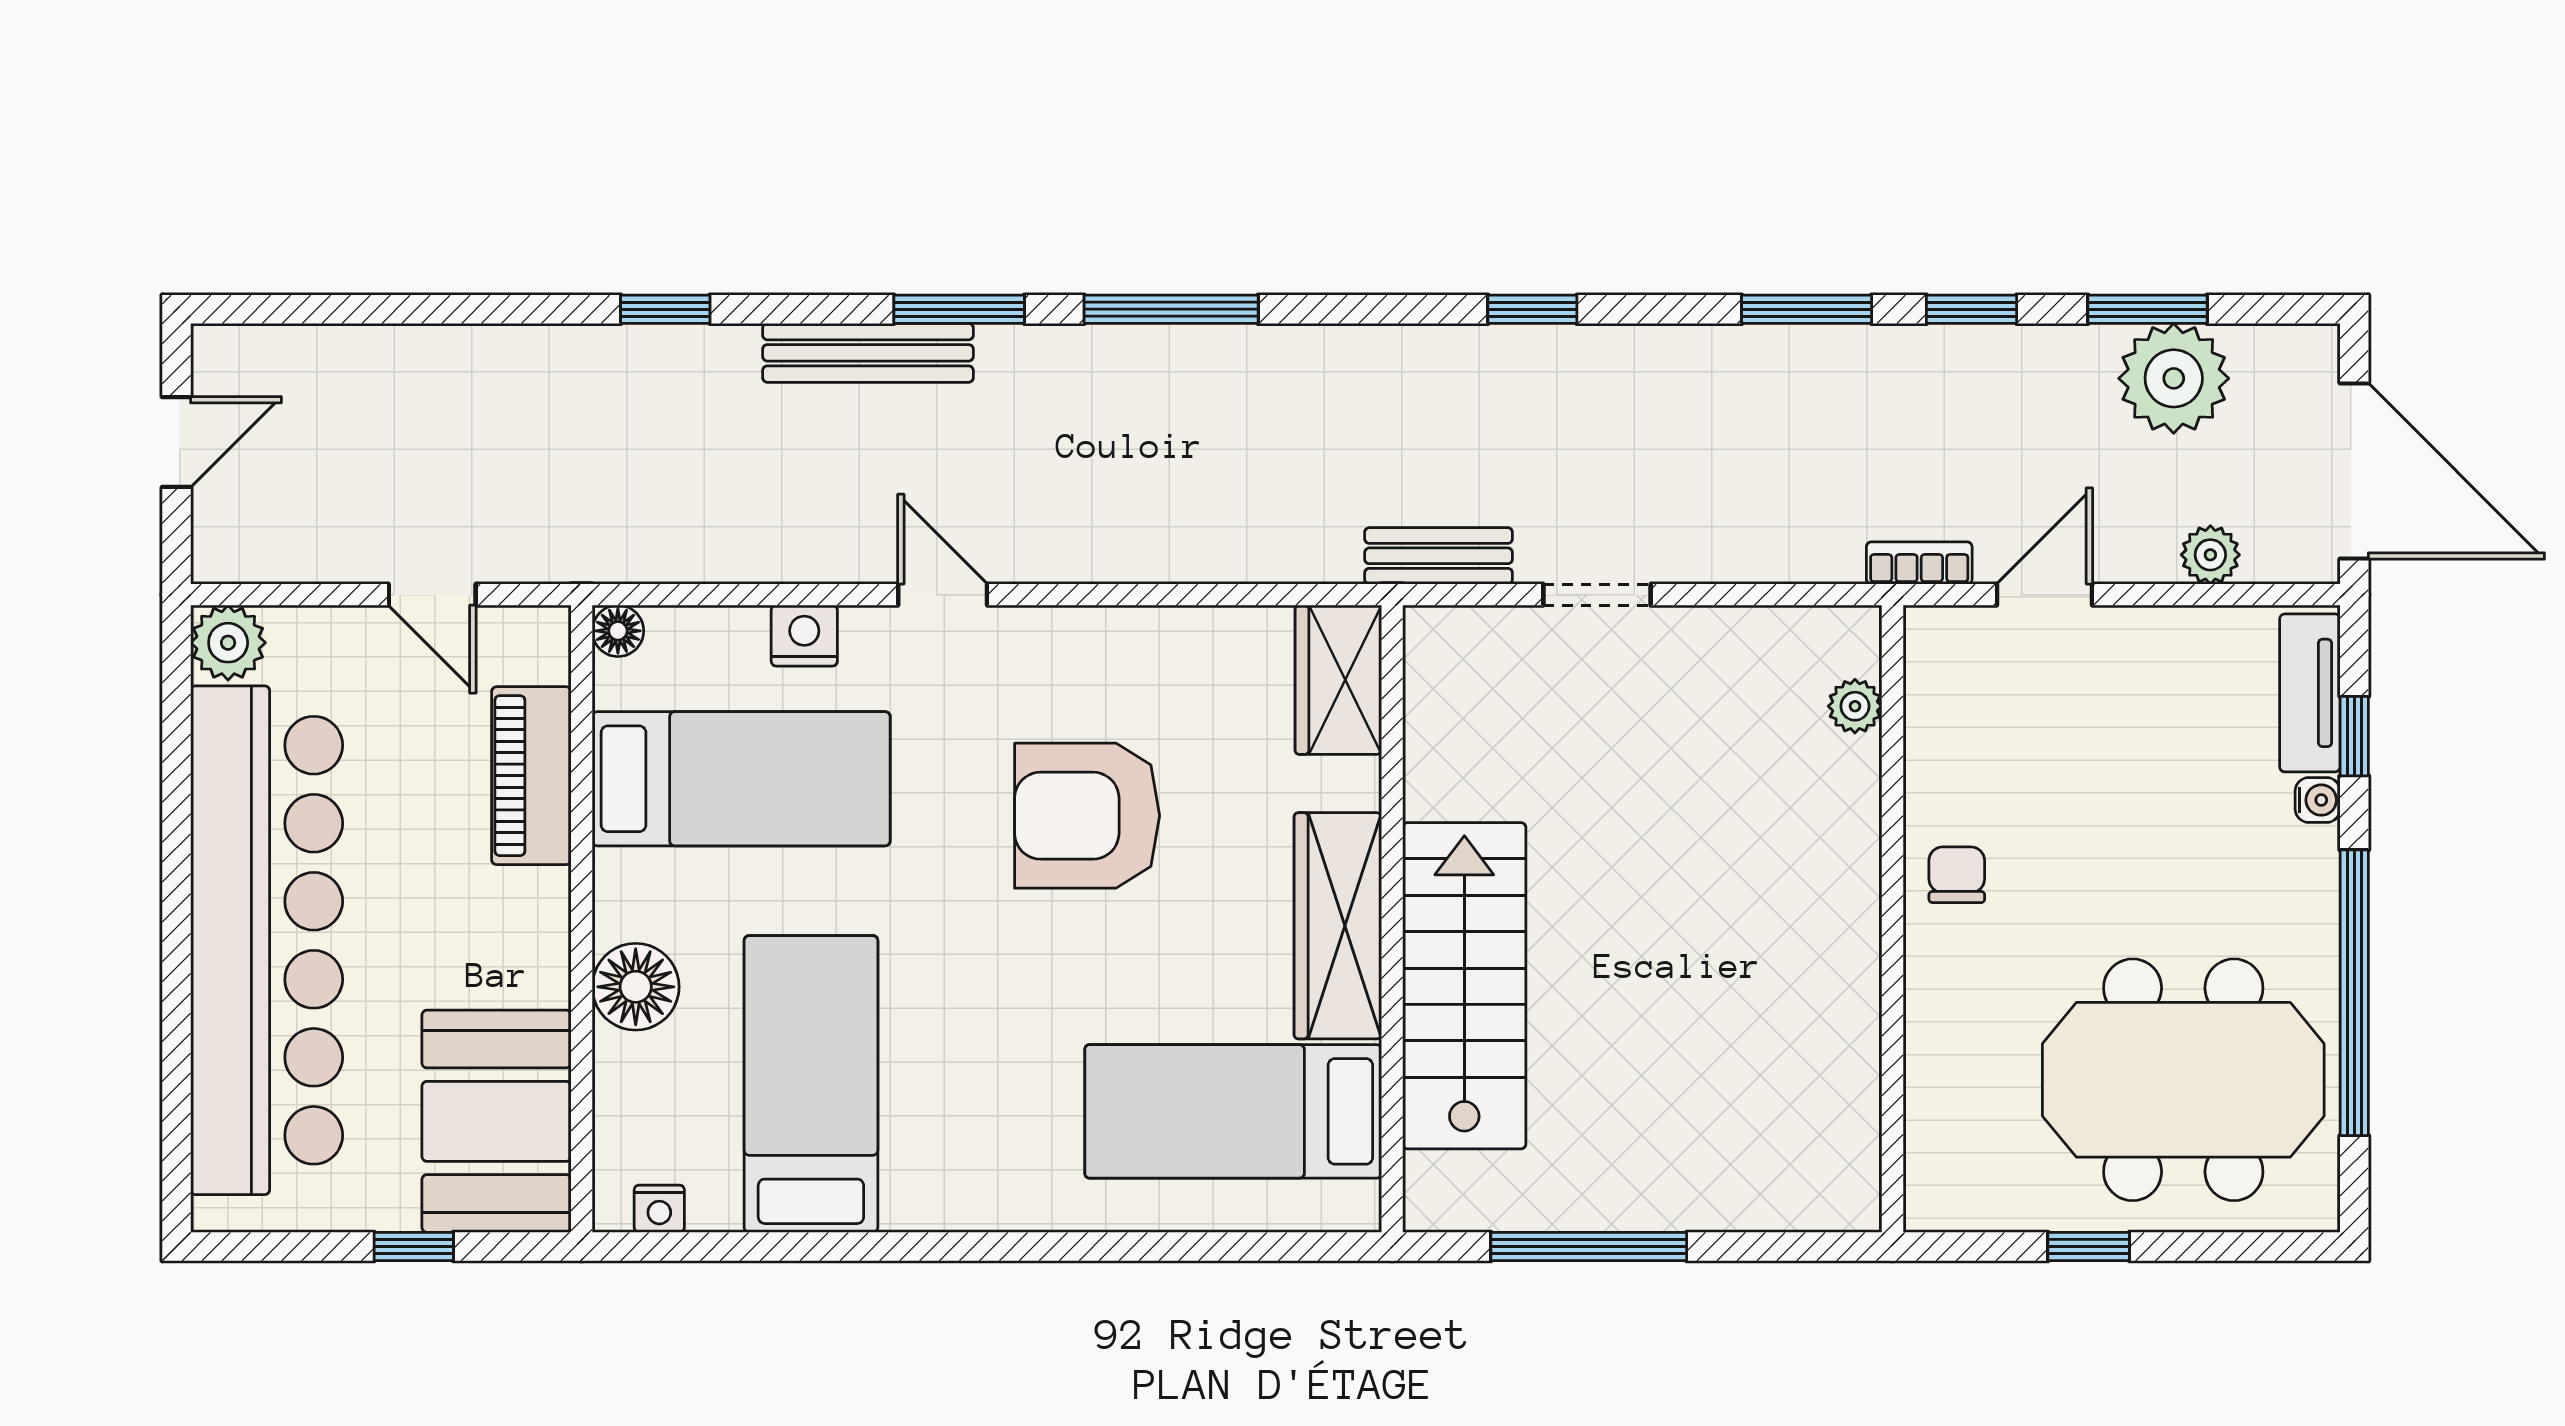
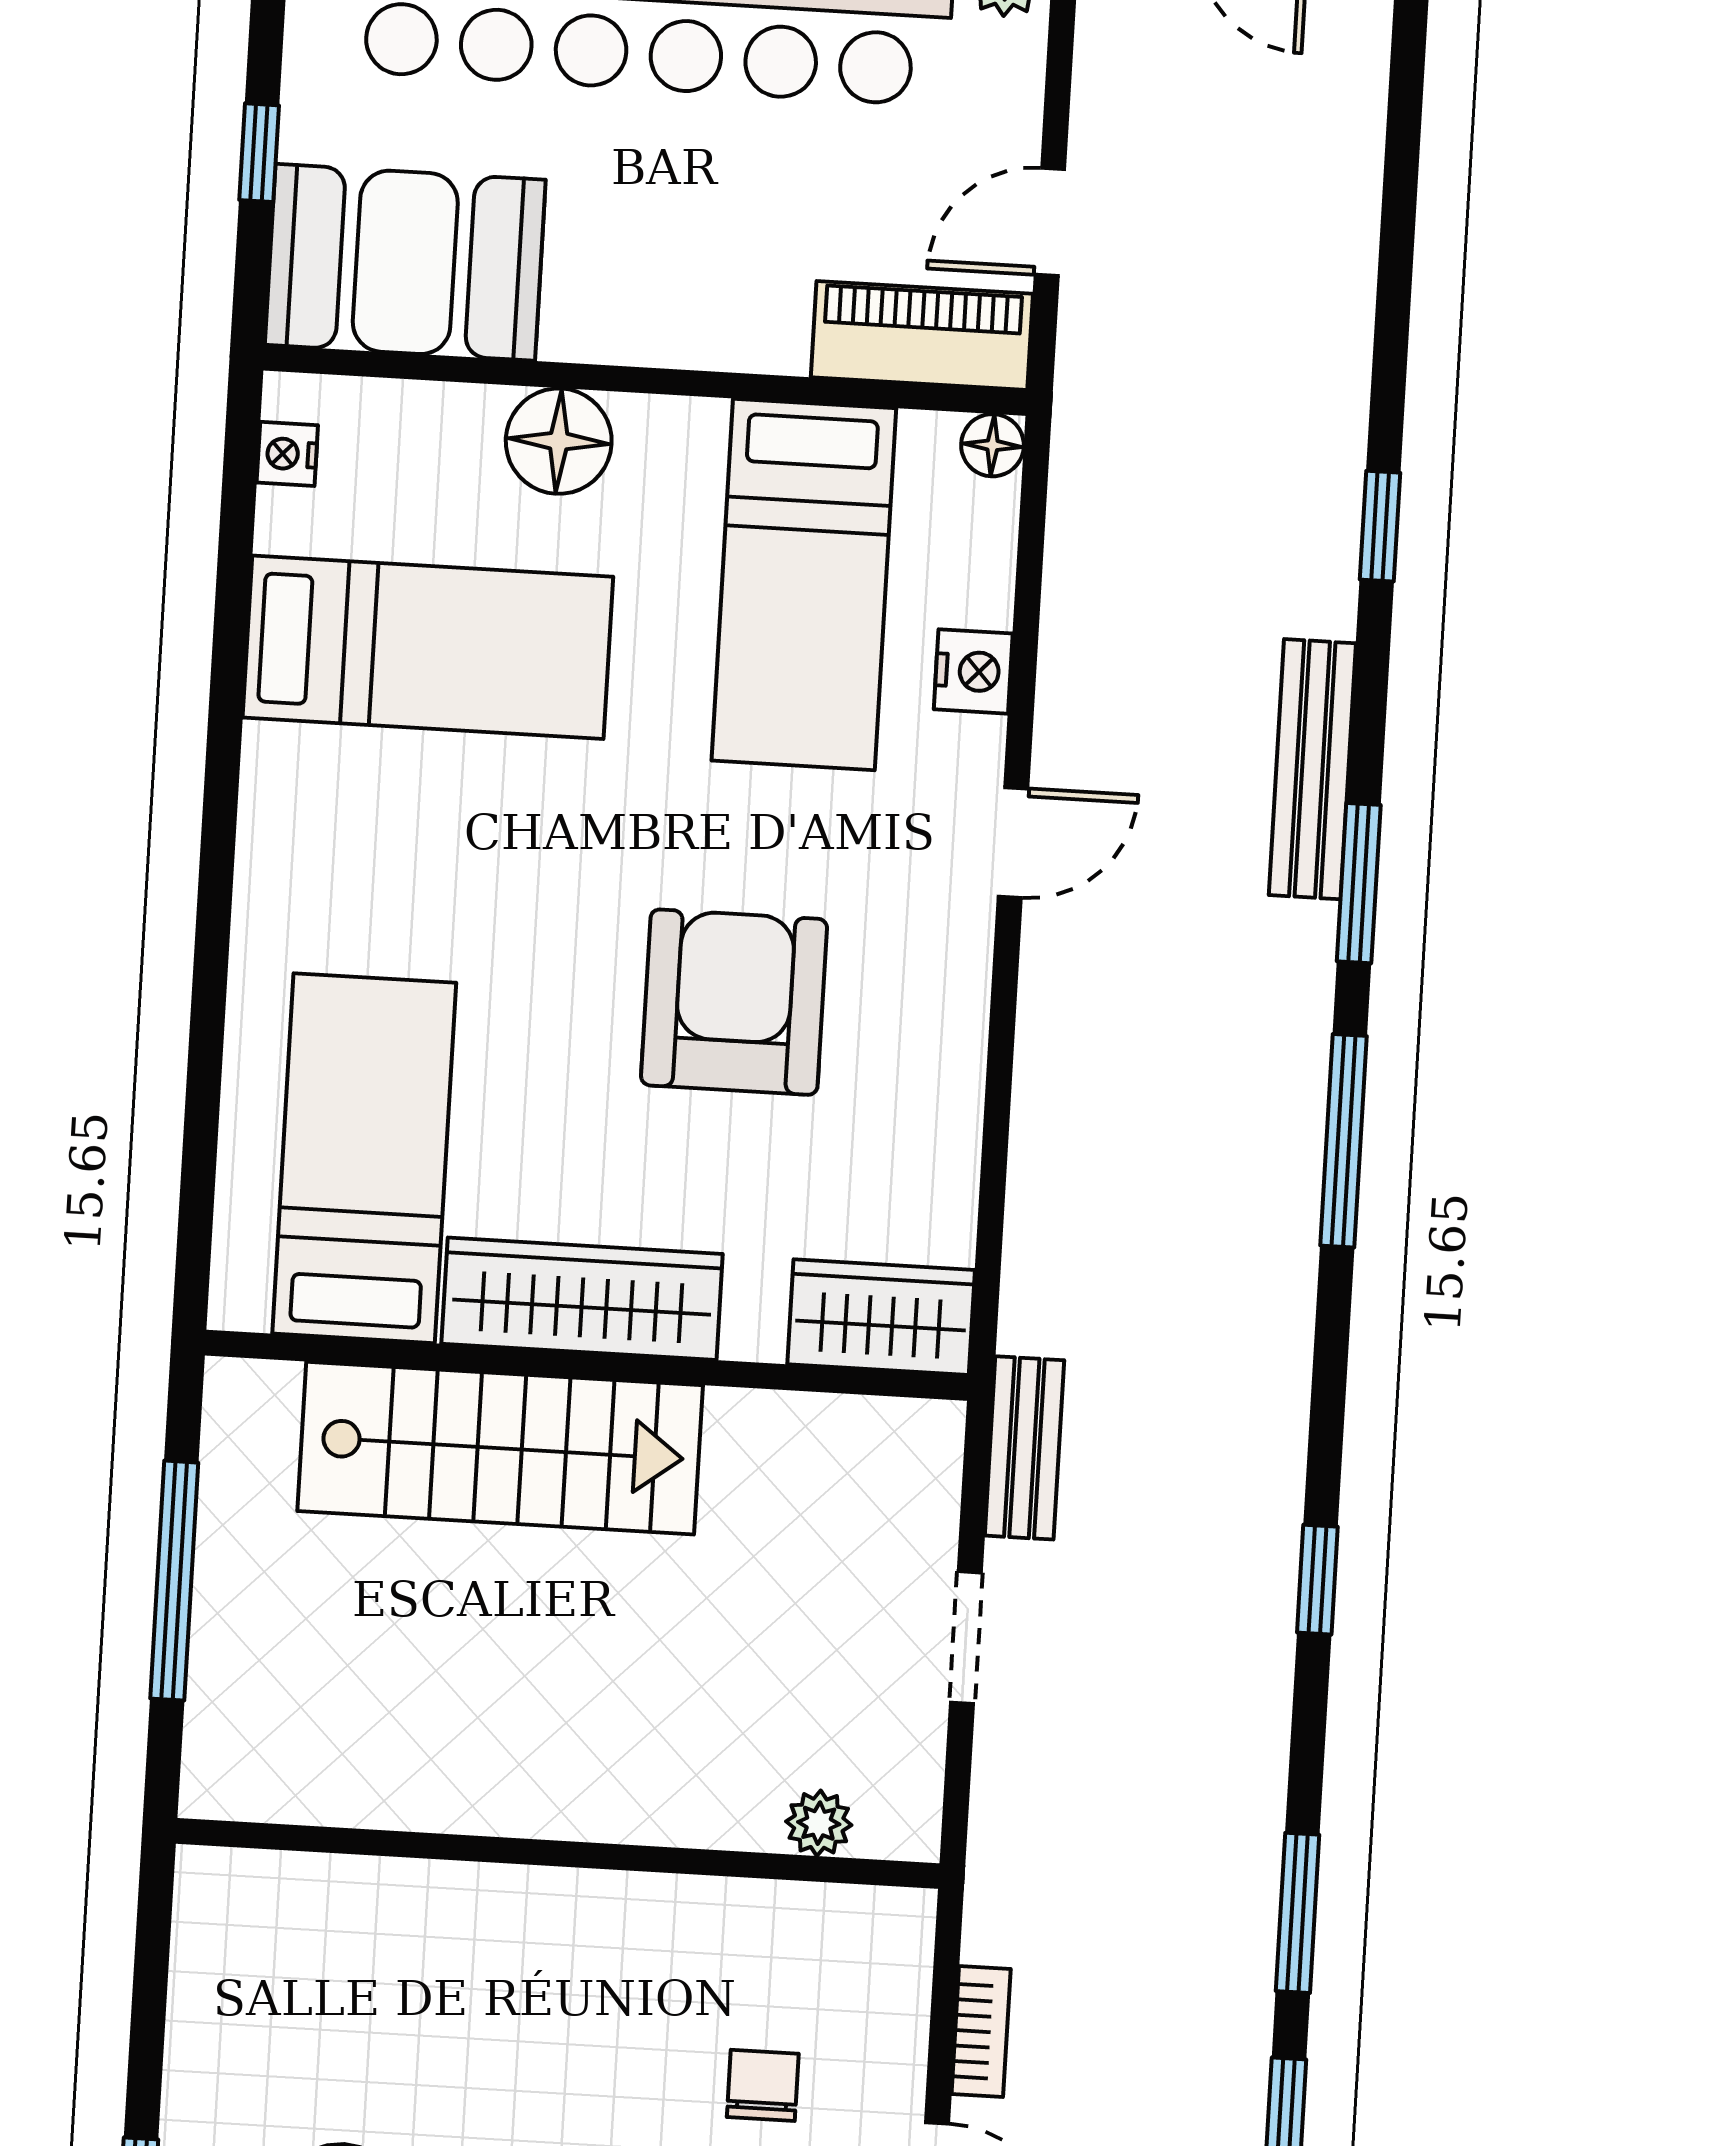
plant: (1855, 706) -> (819, 1823), moved
piano: (531, 776) -> (922, 335), moved
chair: (1957, 875) -> (763, 2085), moved, turned -90
wall: (1893, 919) -> (558, 1853), moved

